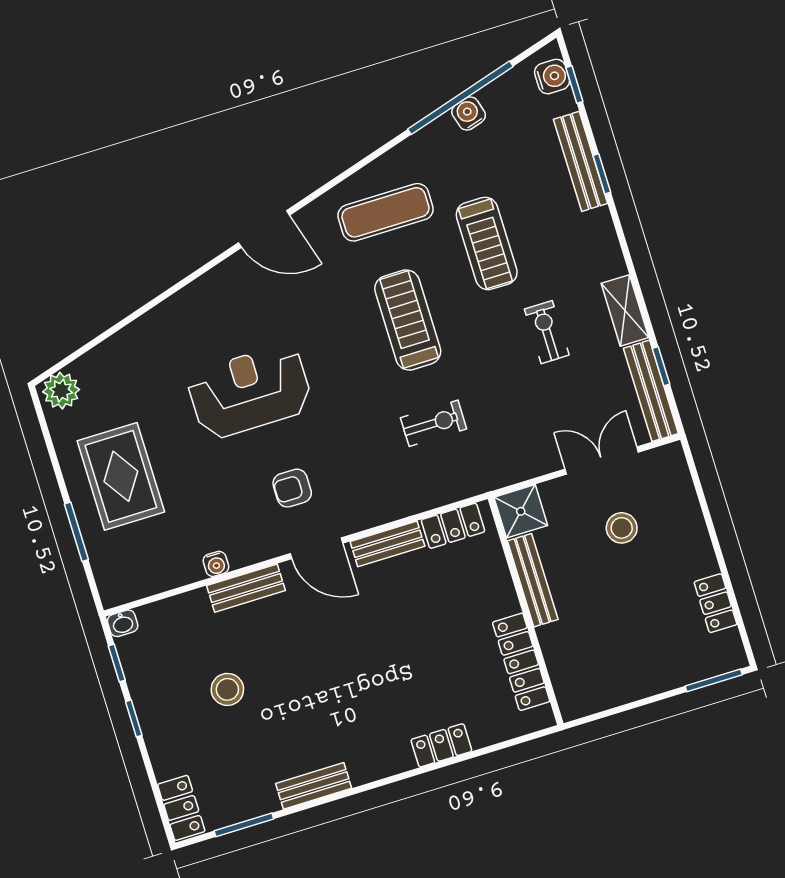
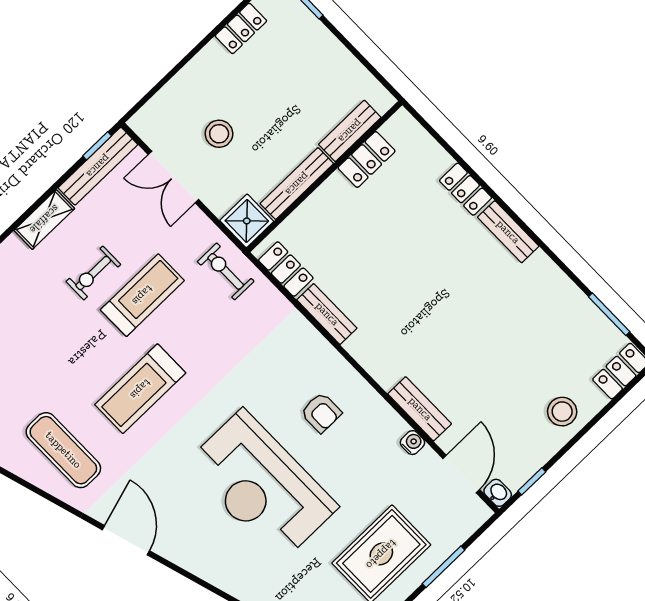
treadmill: (487, 243) -> (142, 295), moved
window: (661, 366) -> (97, 146), moved
reception desk: (250, 391) -> (261, 486), width x1.36, depth x1.30
exercise bike: (434, 423) -> (226, 271), moved
door: (316, 548) -> (461, 474), moved
bench: (558, 660) -> (350, 131), added
locker: (521, 662) -> (367, 159), width x0.66
stool: (227, 689) -> (562, 412), moved
window: (134, 718) -> (569, 445), removed
bench: (314, 786) -> (508, 232), moved

